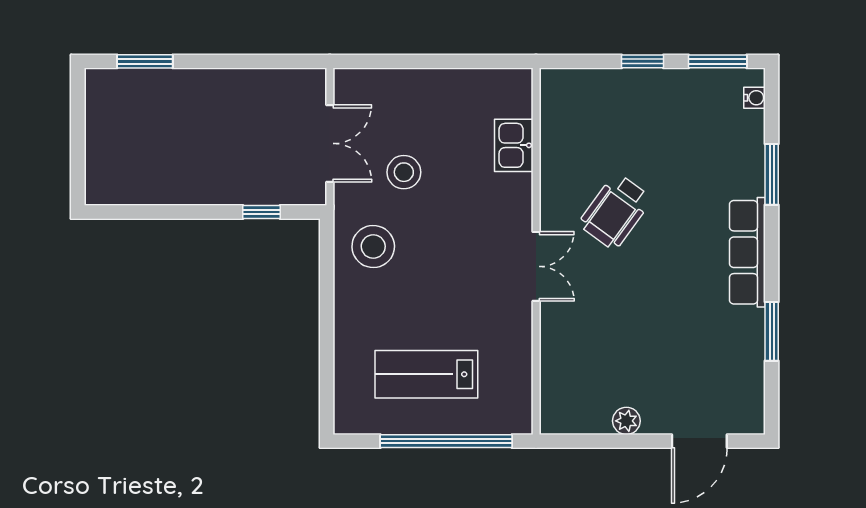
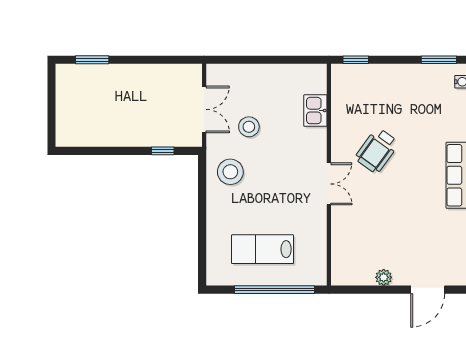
window: (643, 61) -> (356, 60), moved

